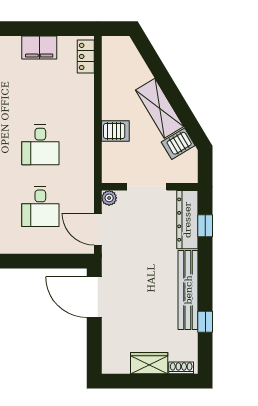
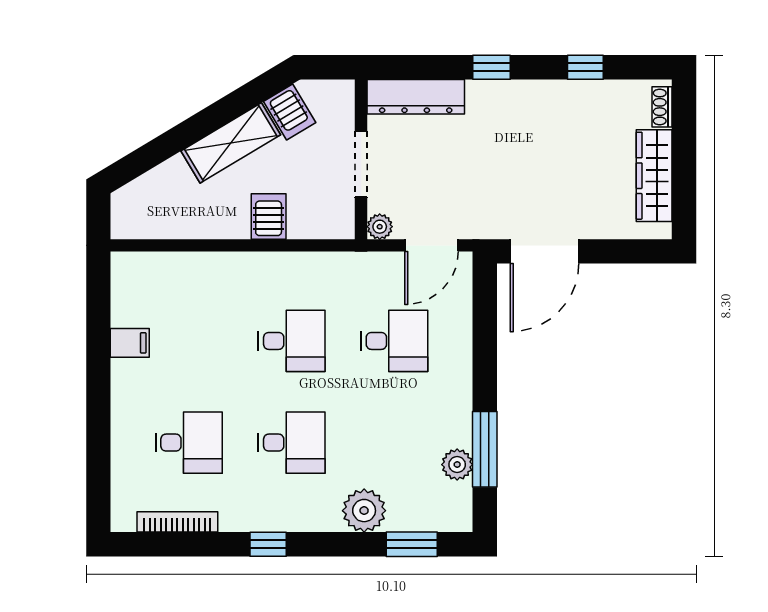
filing cabinet: (39, 47) -> (130, 343), width x0.50
locker: (86, 56) -> (145, 265), removed
window: (205, 226) -> (492, 67), moved
bench: (188, 290) -> (533, 96), removed
wardrobe: (149, 363) -> (654, 176), width x1.50

